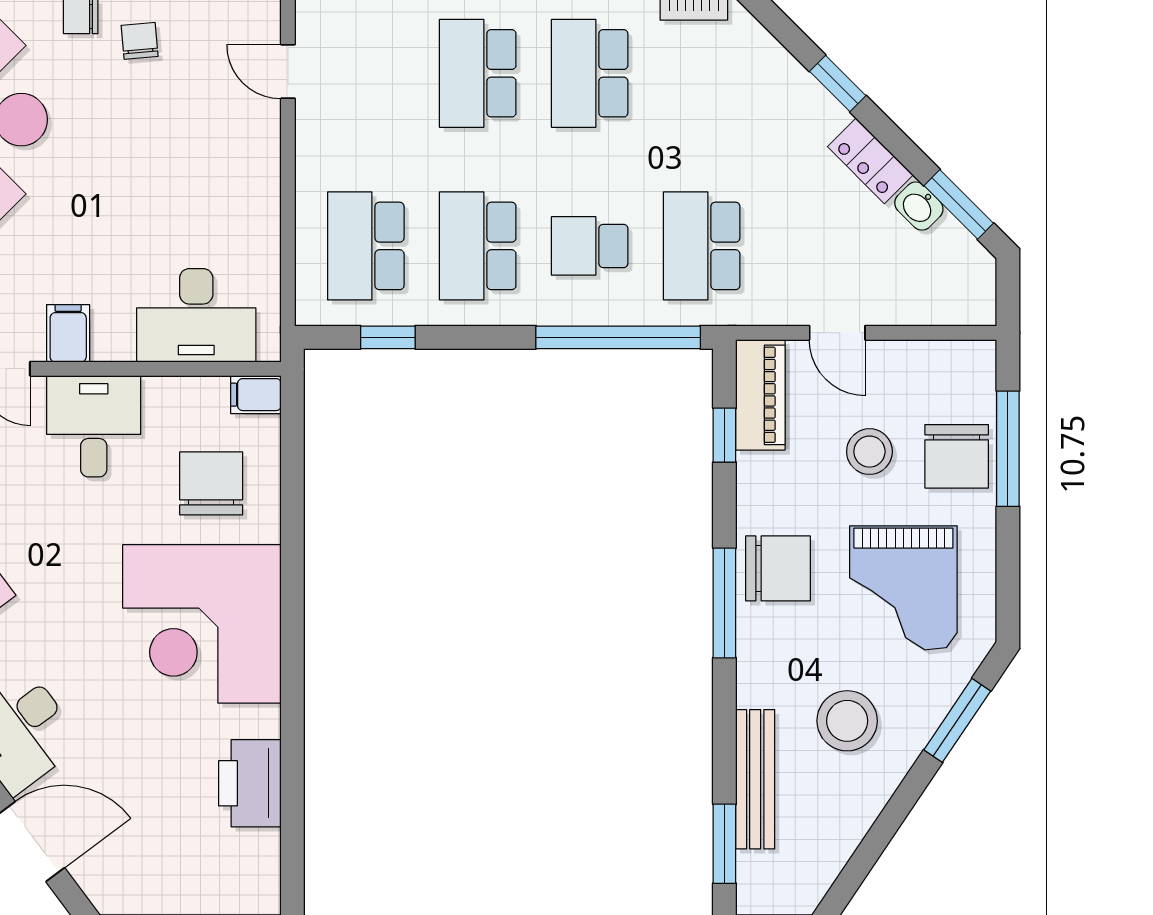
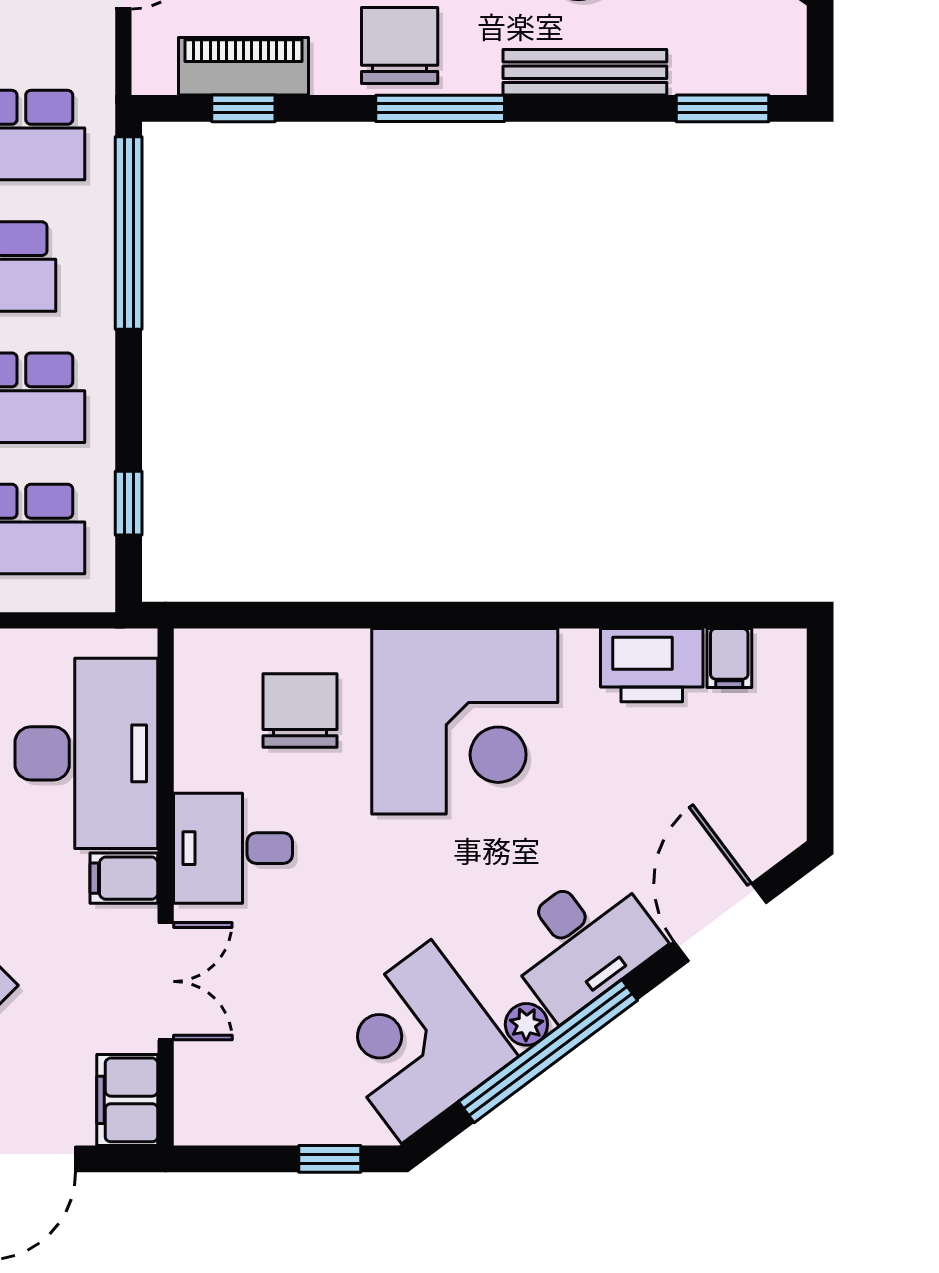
desk: (196, 315) -> (86, 753), width x1.36, depth x1.30
filing cabinet: (256, 395) -> (729, 658), moved
piano: (760, 395) -> (243, 66), moved
chair: (211, 483) -> (300, 710), turned 90
bench: (755, 779) -> (585, 72), moved

